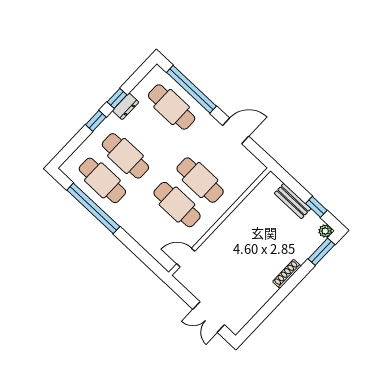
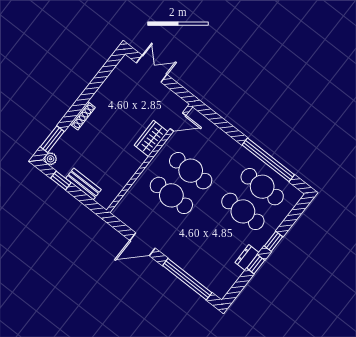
cafe table: (172, 107) -> (204, 261), removed
wardrobe: (216, 243) -> (151, 138), added

